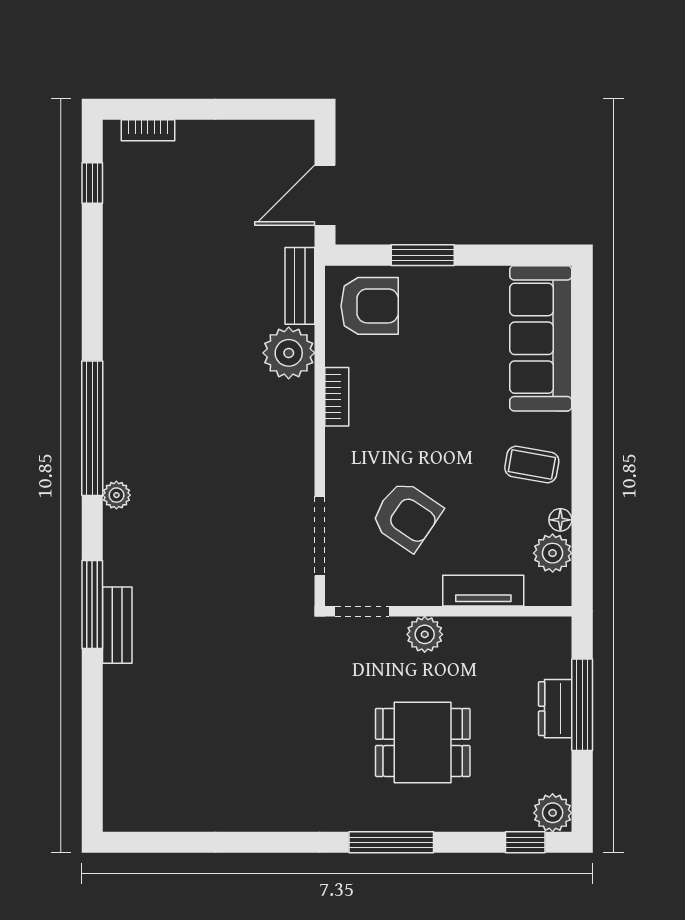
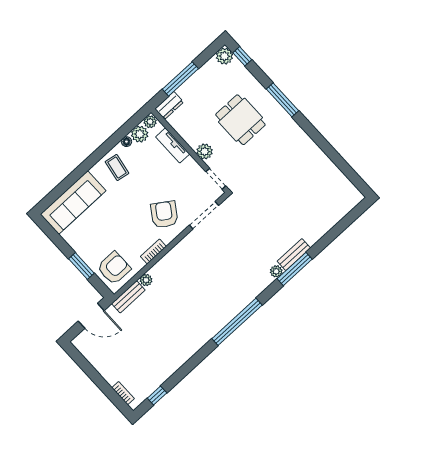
armchair: (370, 306) -> (114, 268), turned 90
plant: (289, 353) -> (146, 280), width x0.53, depth x0.53
plant: (116, 495) -> (276, 271), moved
armchair: (406, 516) -> (164, 214), moved
plant: (557, 589) -> (150, 122), added
dresser: (555, 709) -> (169, 105), moved

